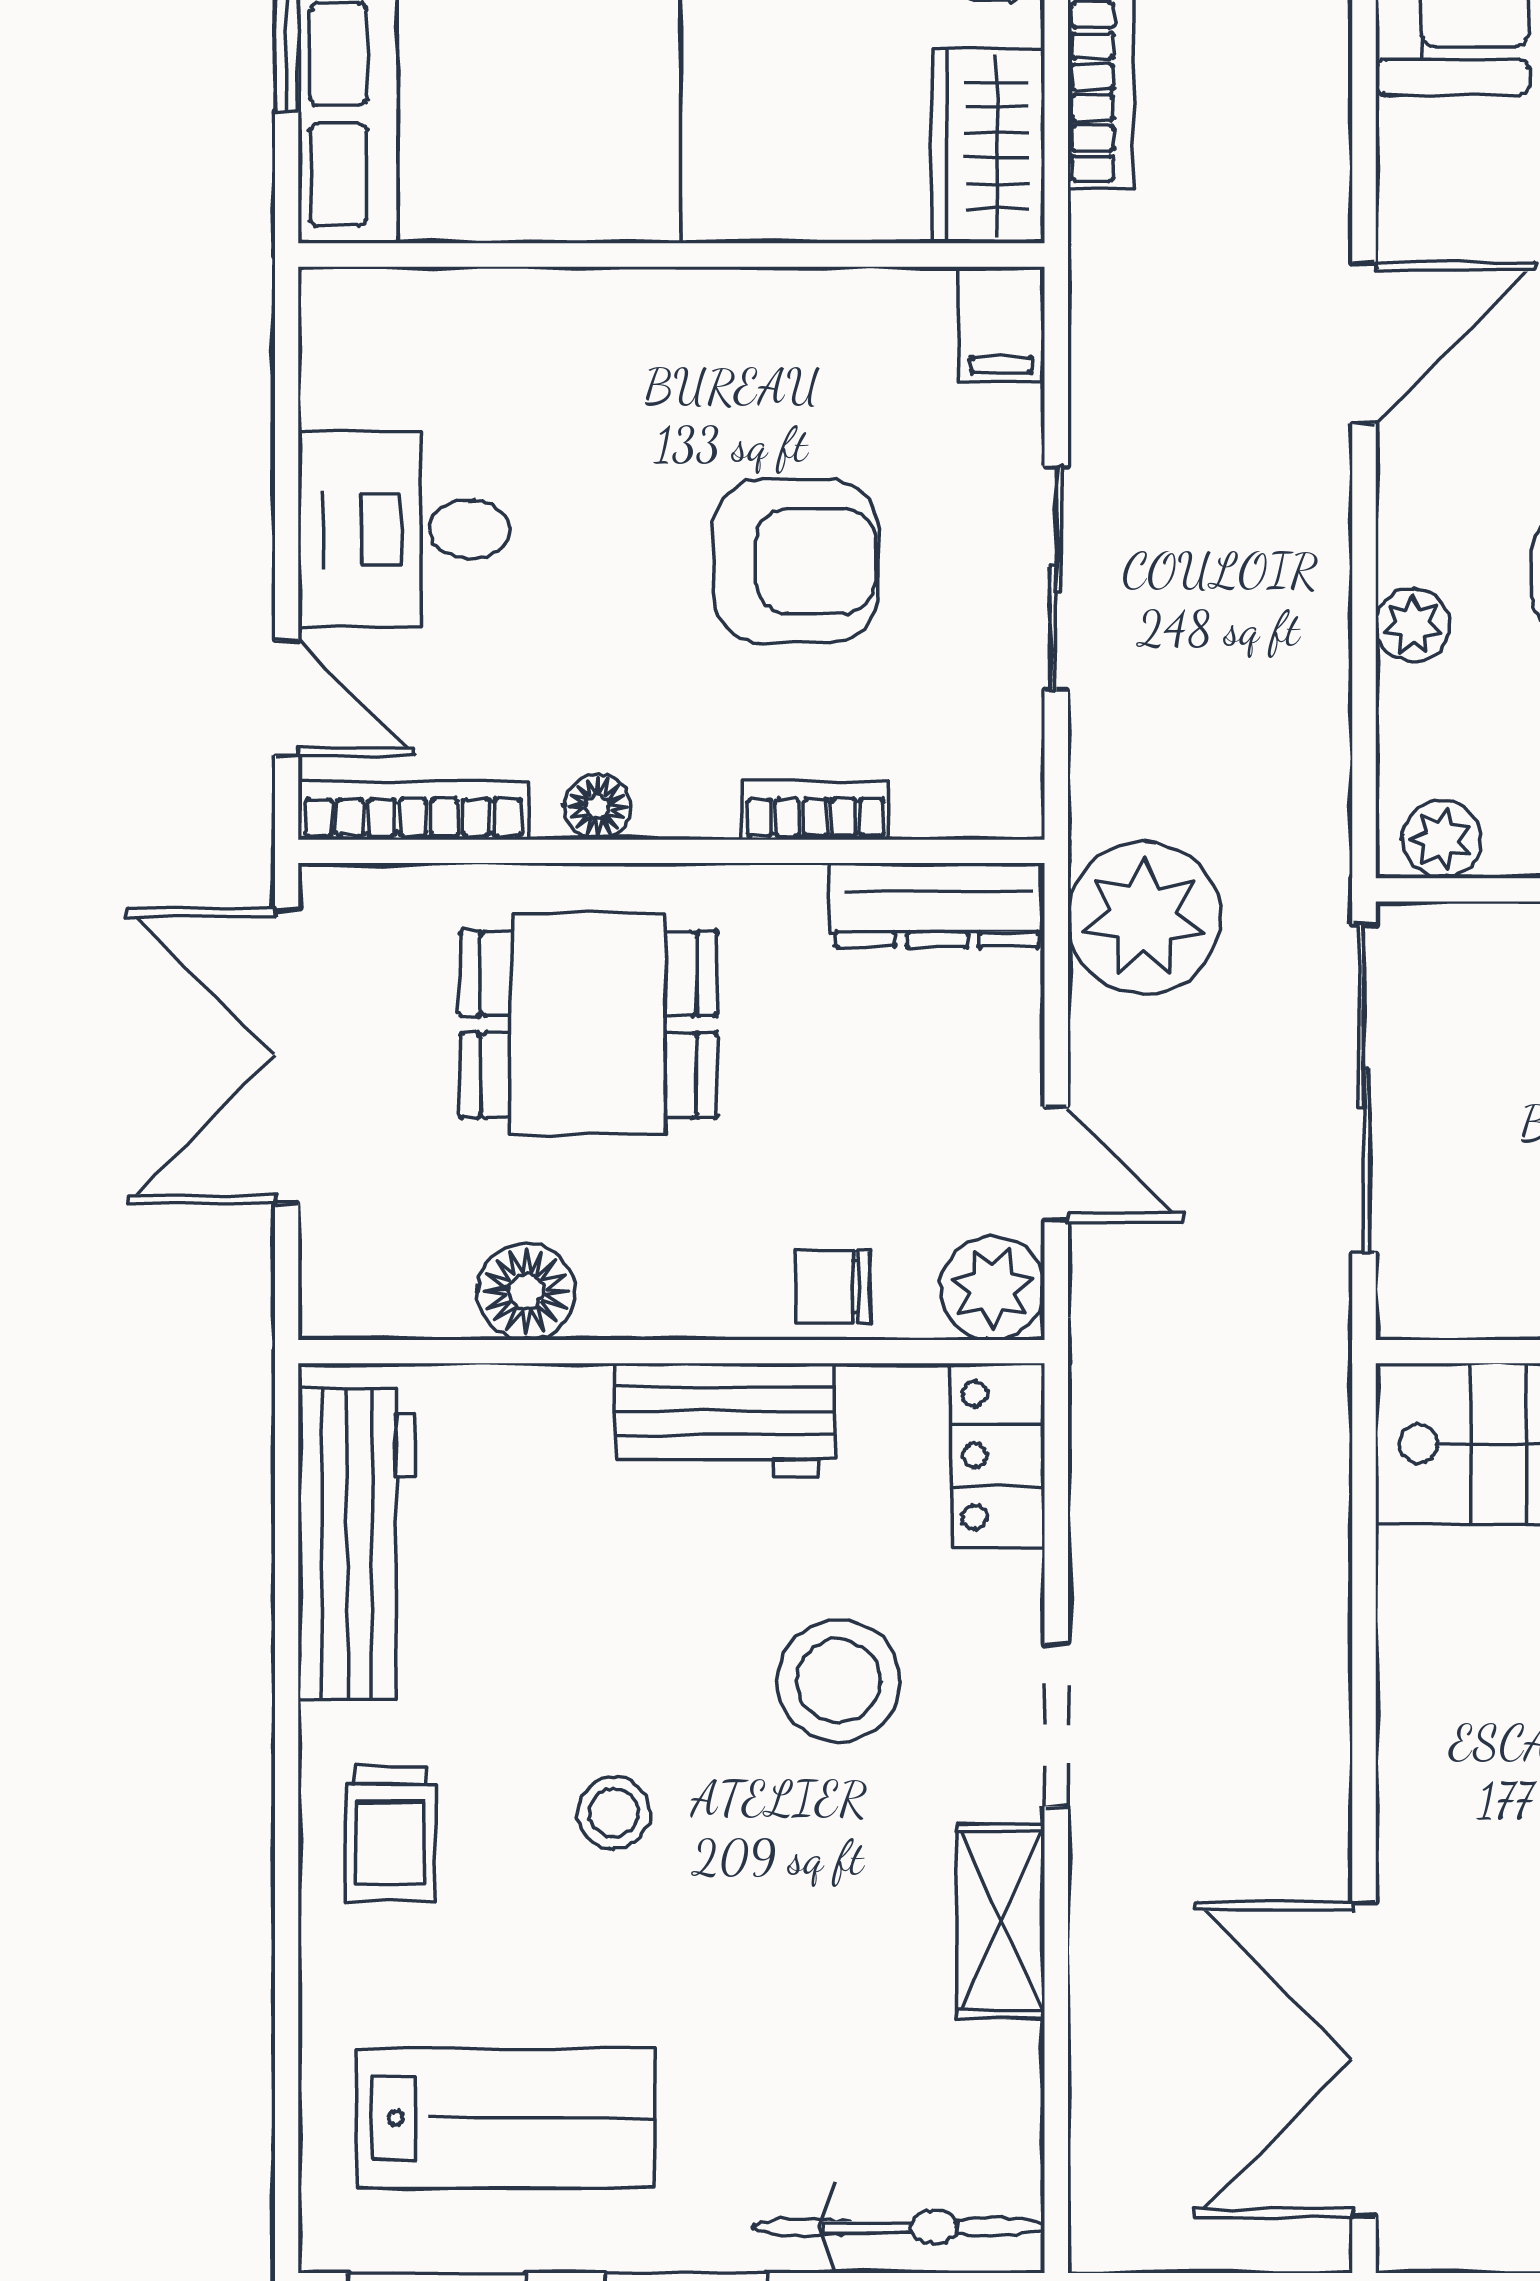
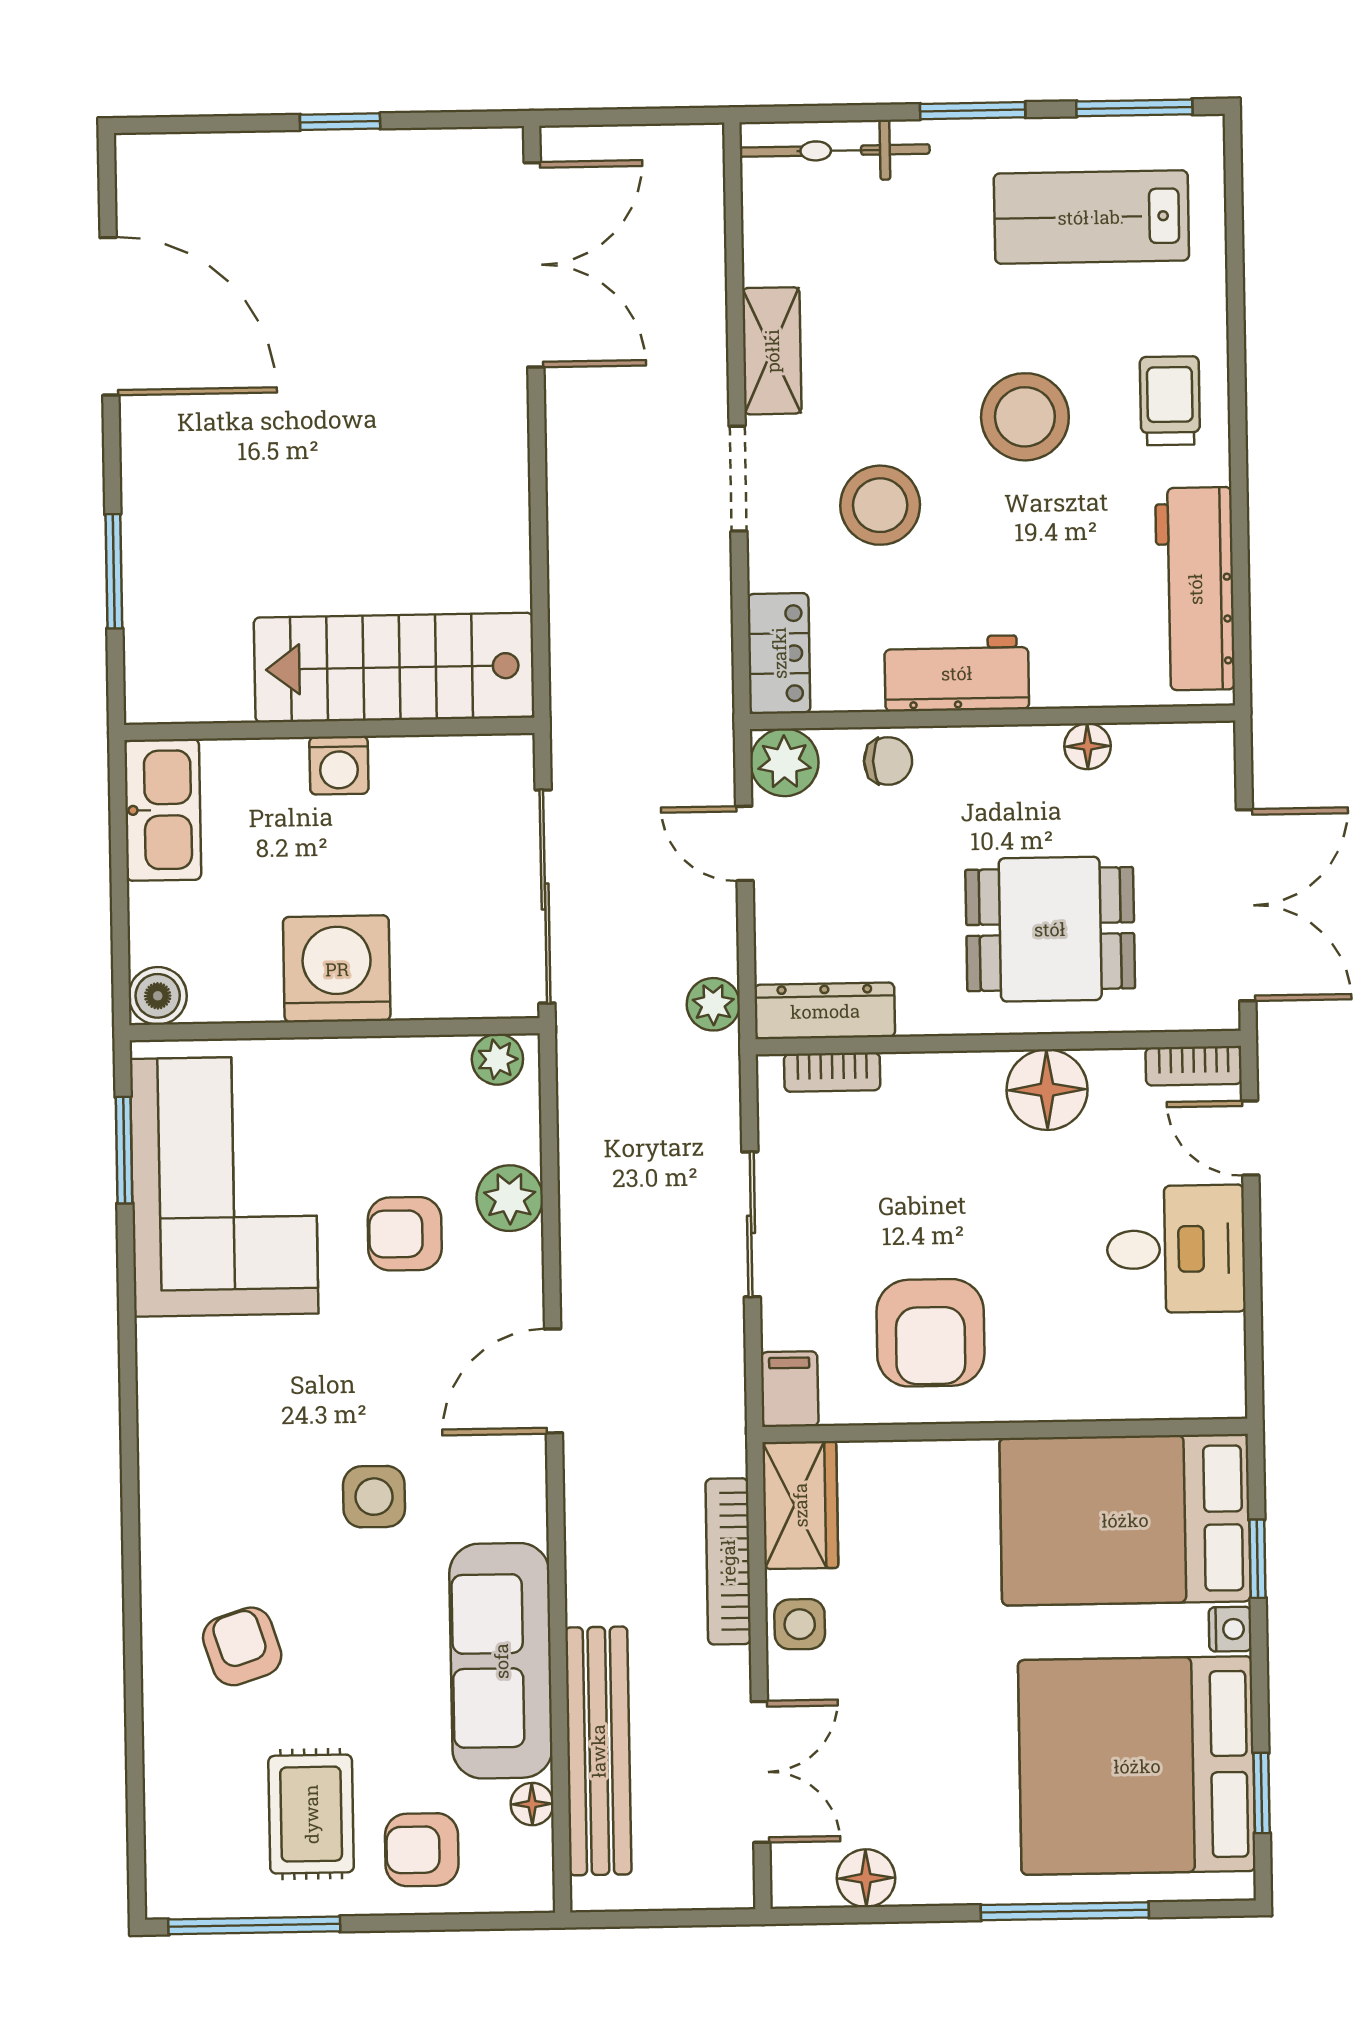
armchair: (796, 561) -> (930, 1333), moved, turned -90
plant: (1413, 625) -> (510, 1198), width x1.38, depth x1.38
floor lamp: (598, 807) -> (1047, 1090), width x1.89, depth x1.89
bookcase: (413, 811) -> (1194, 1066), width x0.64
bookcase: (816, 811) -> (832, 1072), moved
plant: (1144, 918) -> (713, 1004), width x0.53, depth x0.53
floor lamp: (526, 1291) -> (1088, 746), width x0.73, depth x0.73
stool: (613, 1813) -> (1025, 417), width x1.89, depth x1.89

